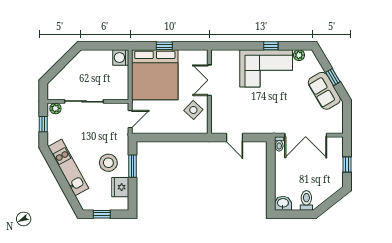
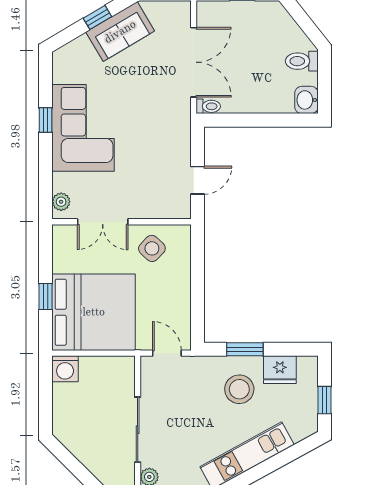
plant: (299, 55) -> (61, 202), moved

